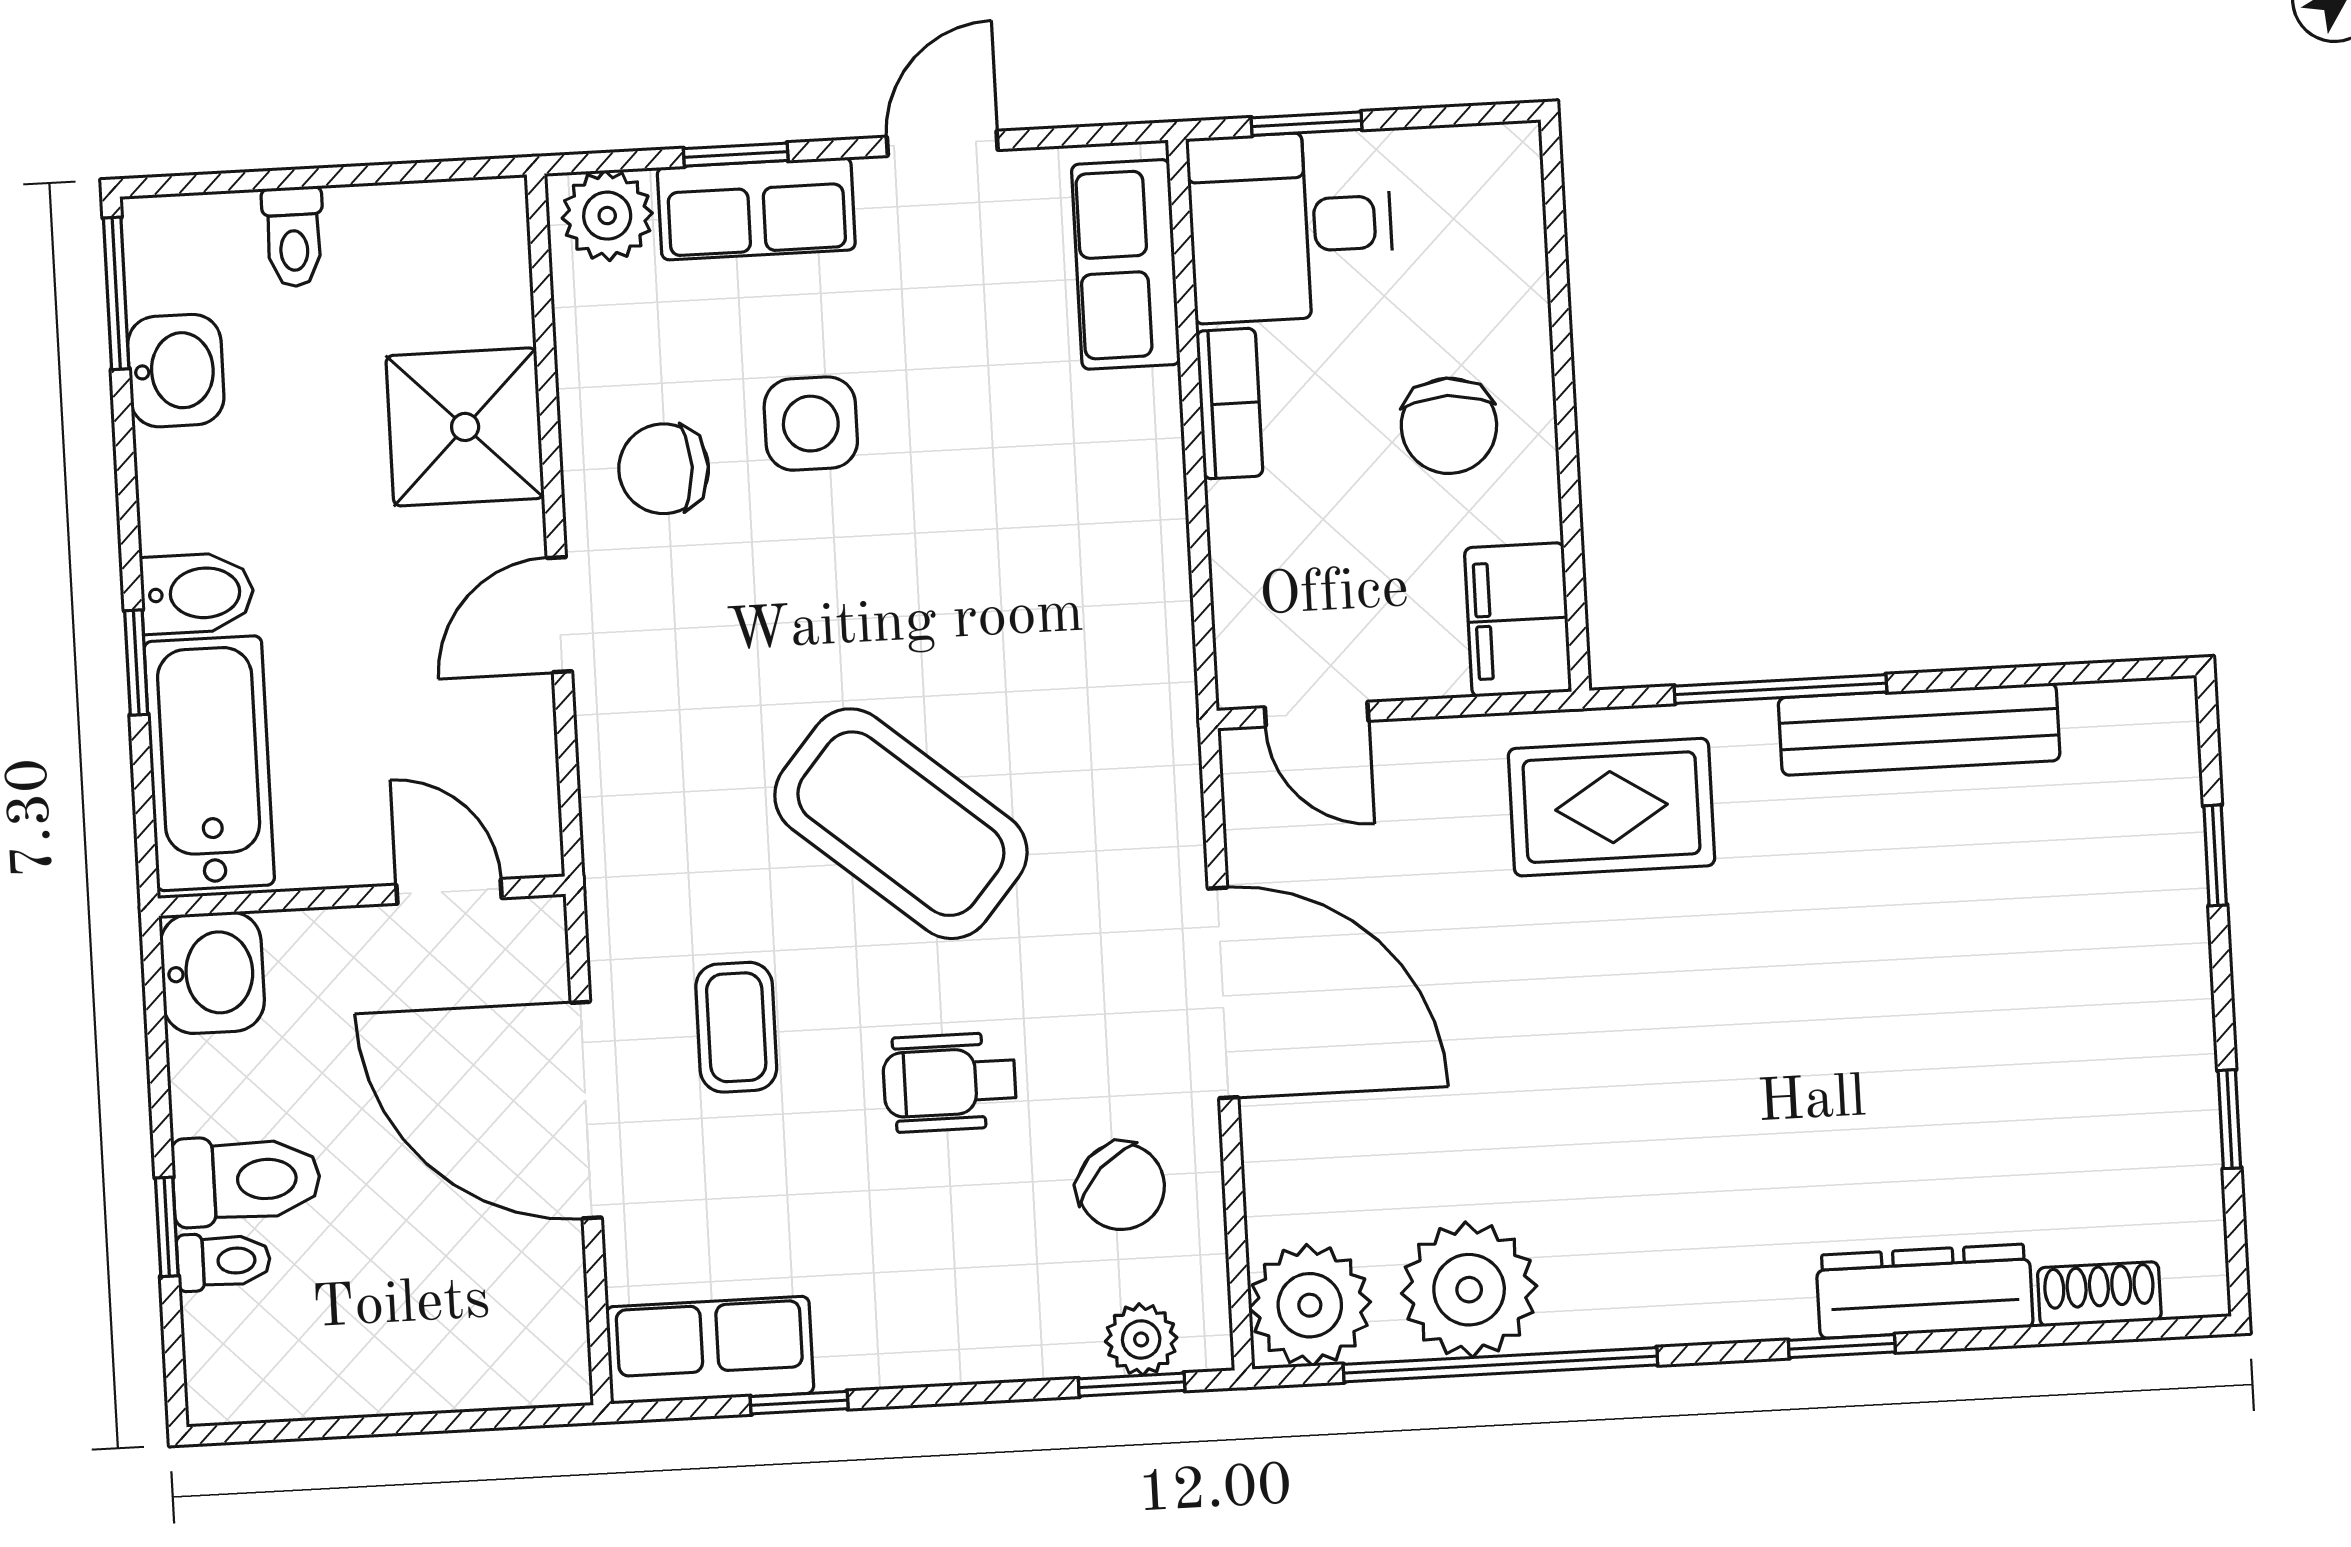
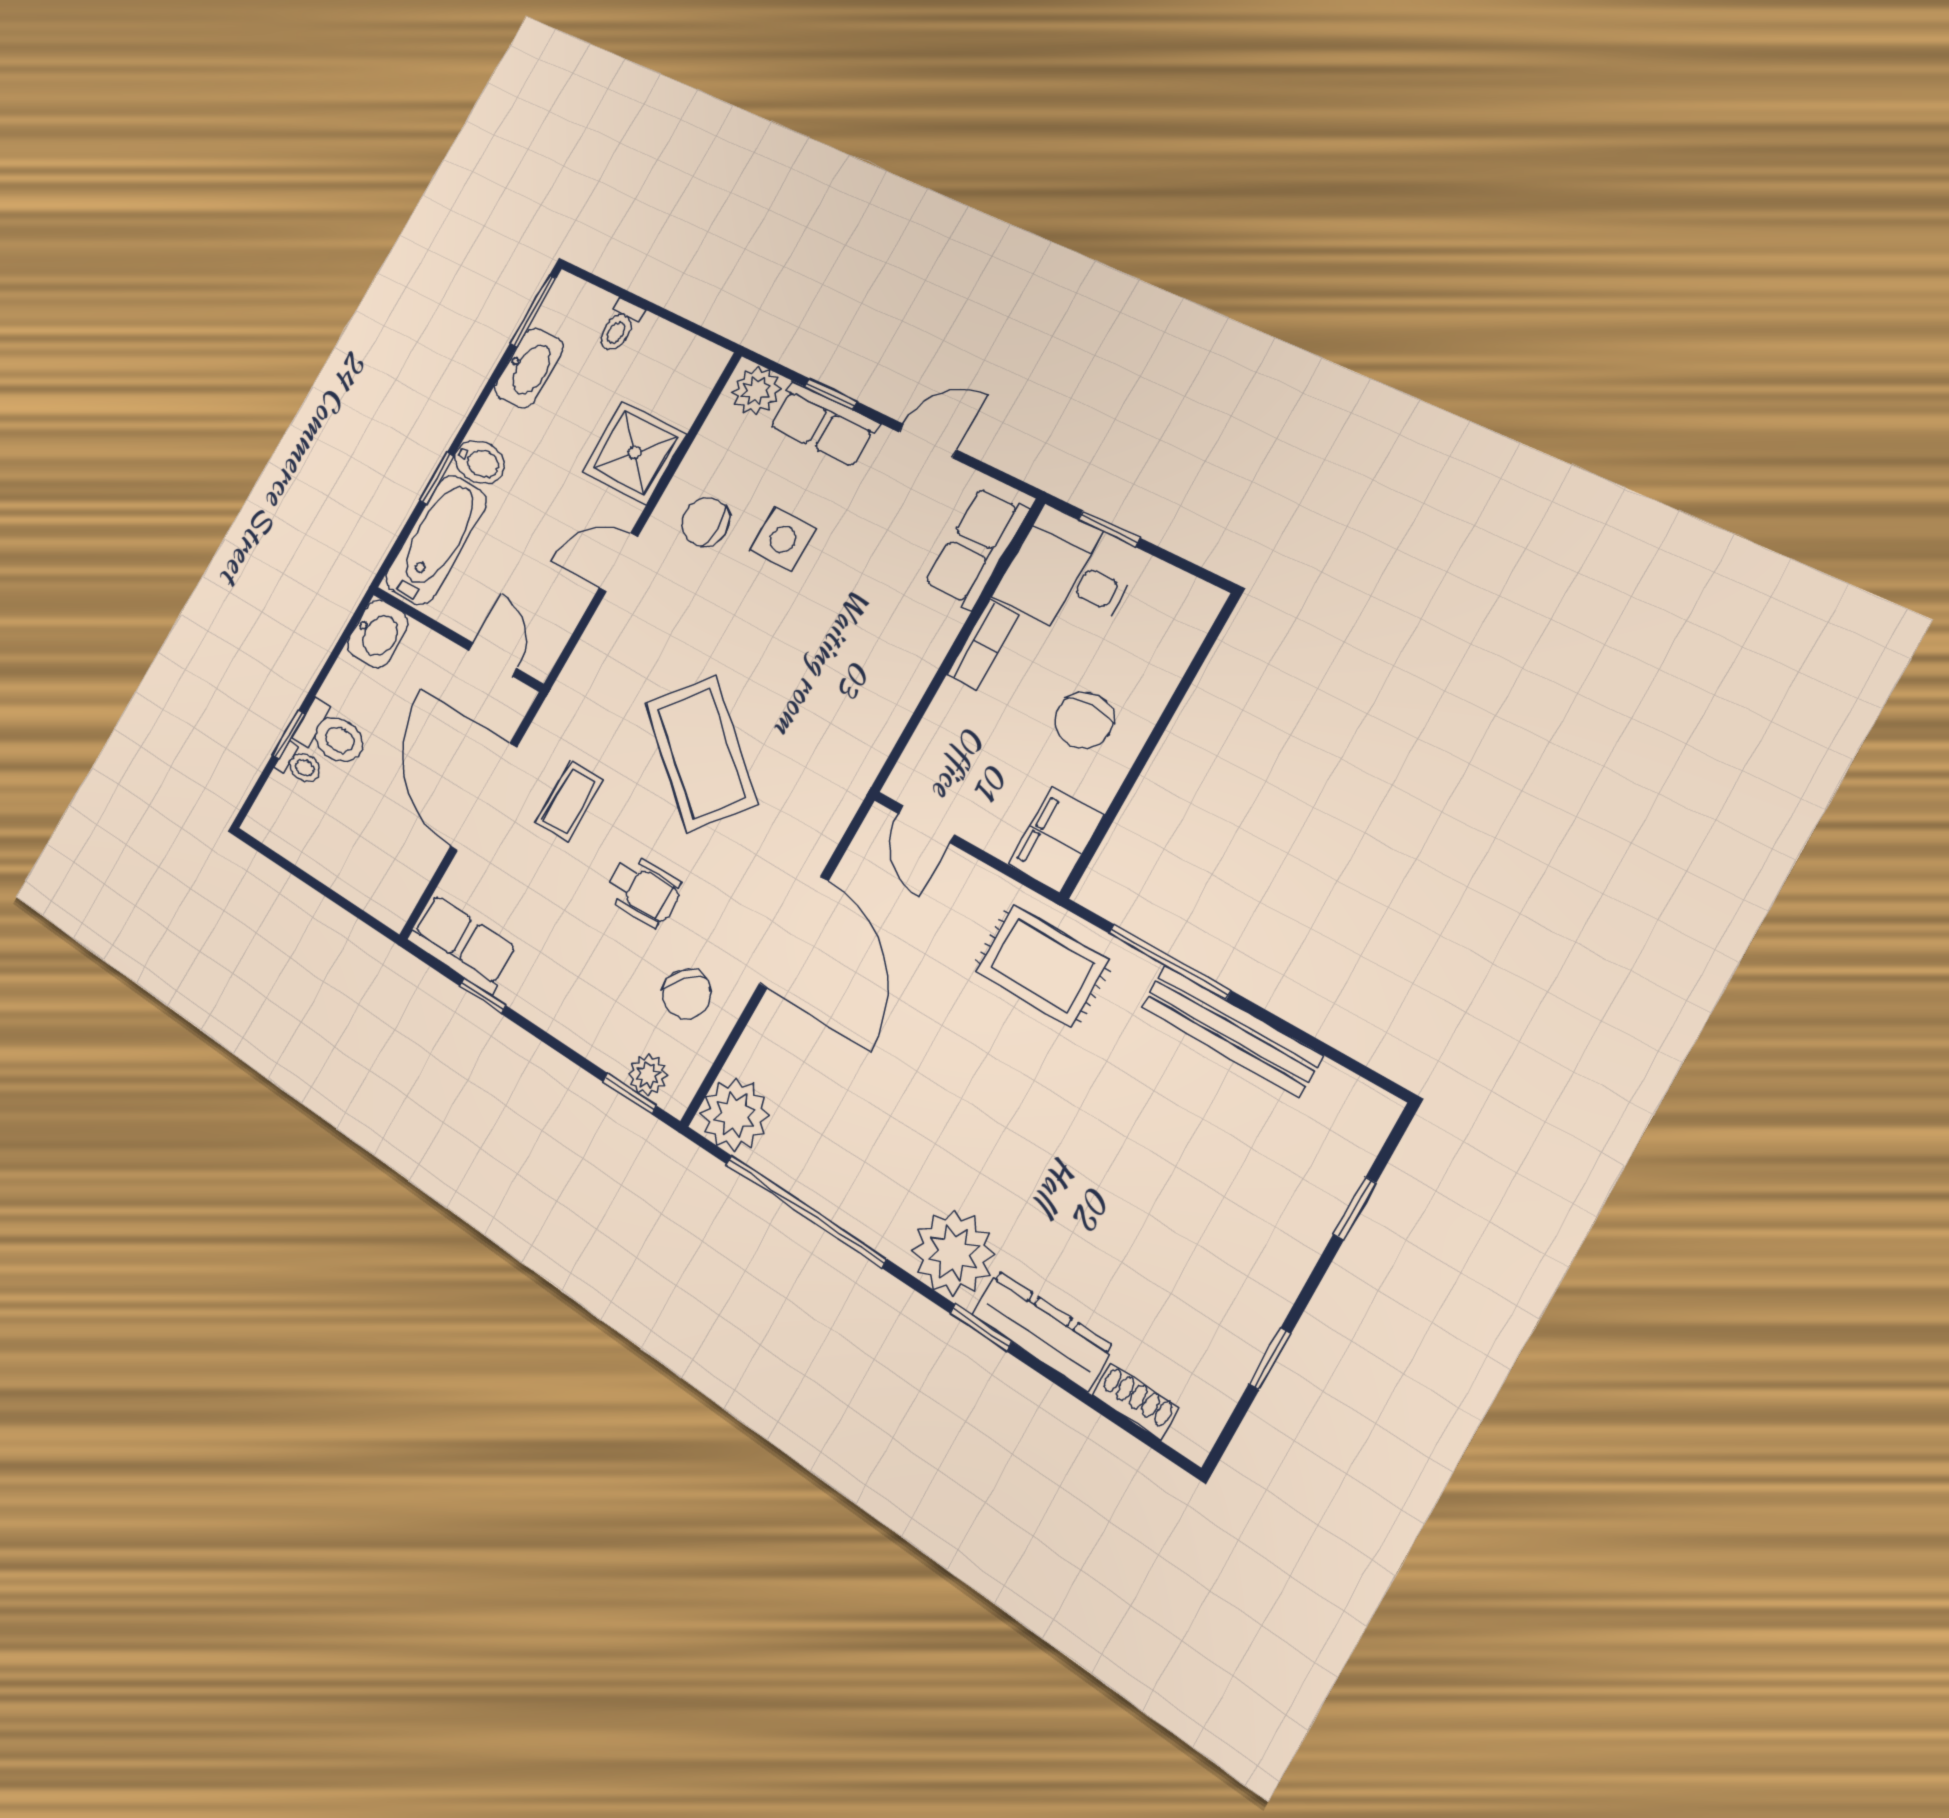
washbasin: (176, 371) -> (529, 368), width x1.38
wheelchair: (949, 1082) -> (644, 890), turned 180
plant: (1469, 1290) -> (953, 1253), moved

